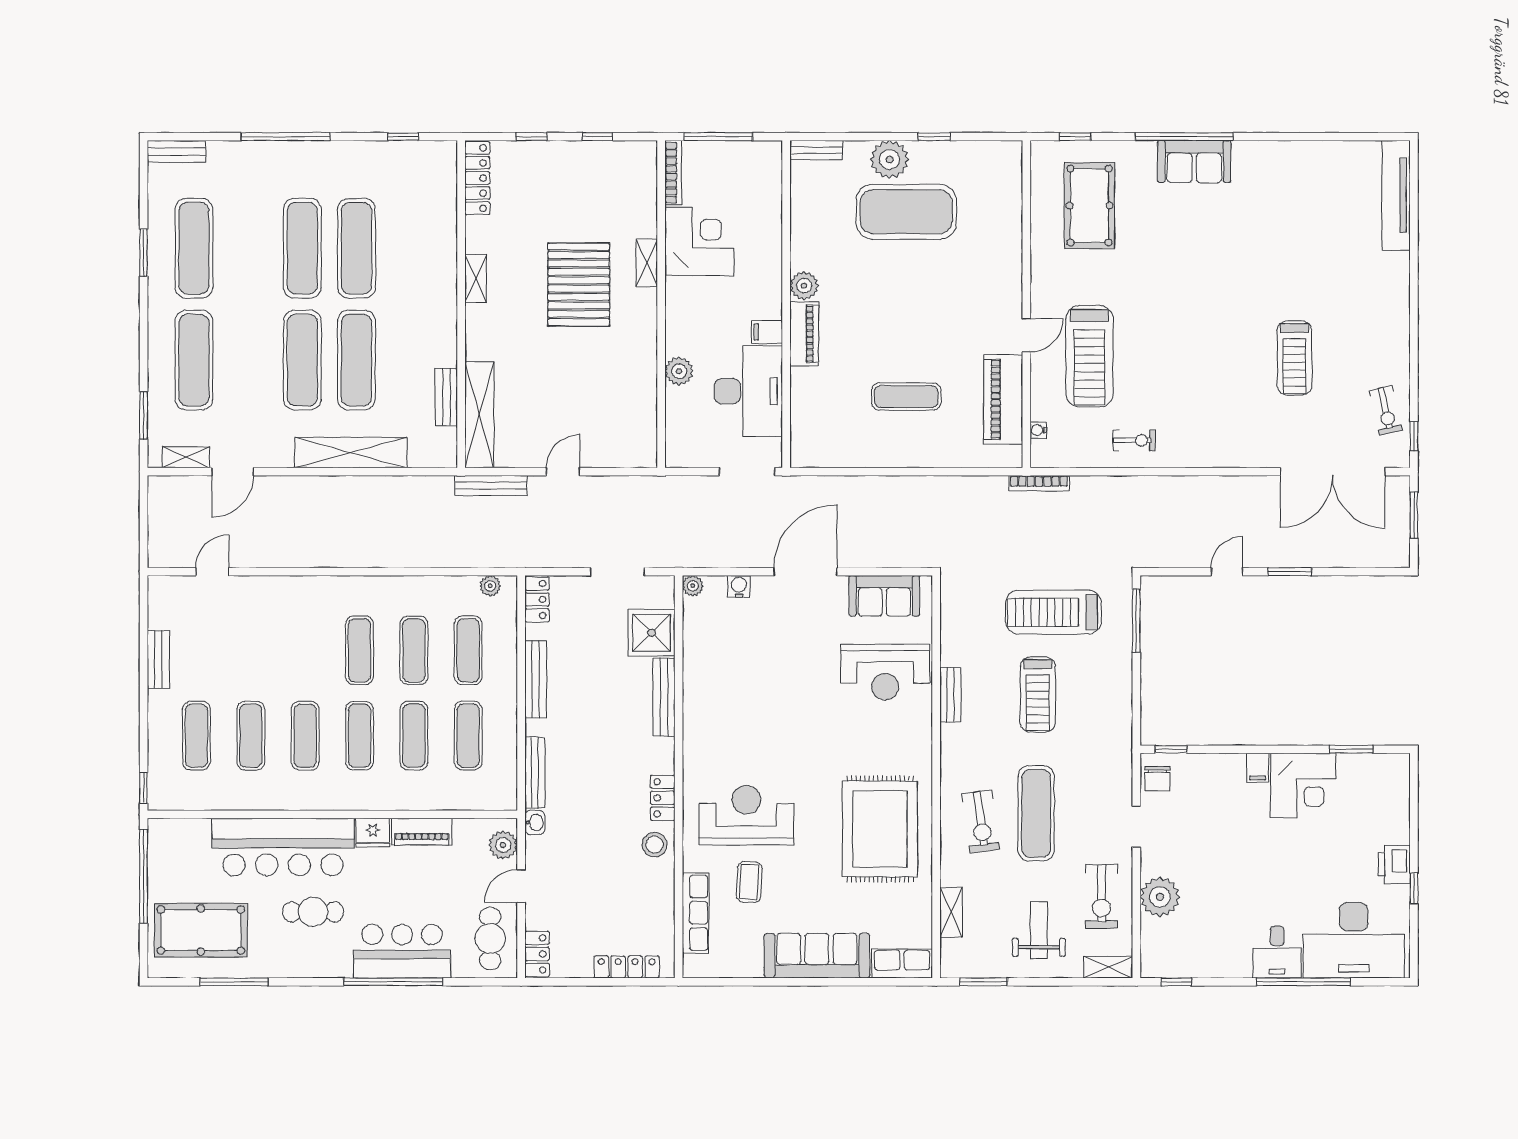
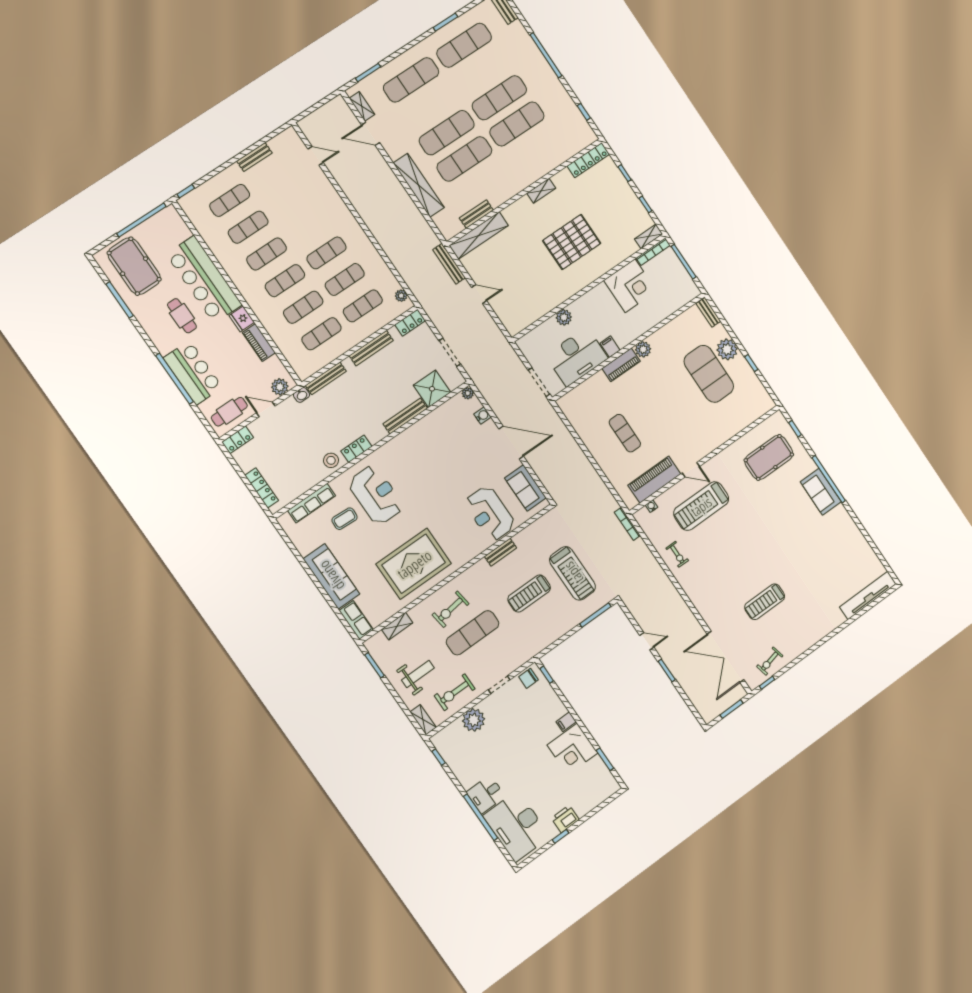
shelving: (647, 263) -> (649, 236), moved
treadmill: (1053, 612) -> (573, 573), turned 180

